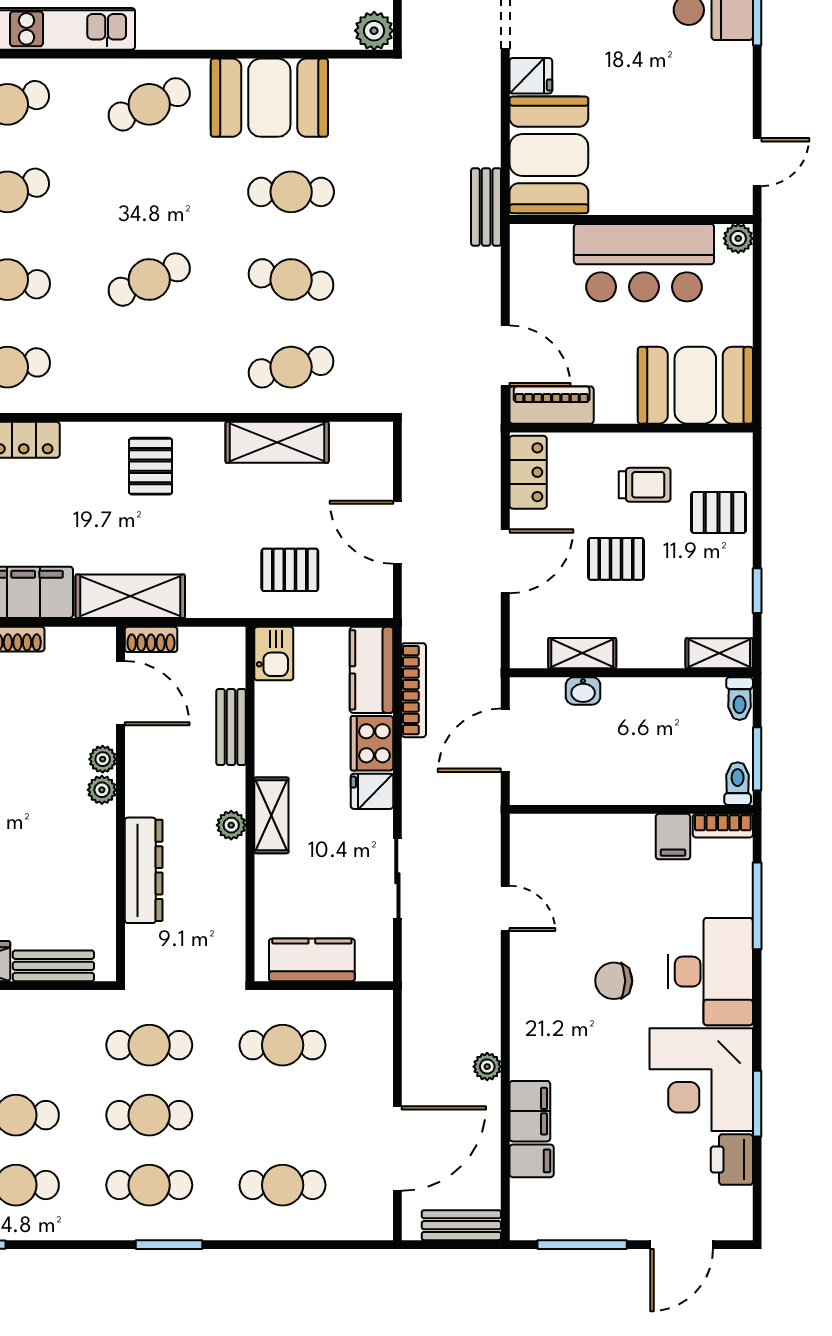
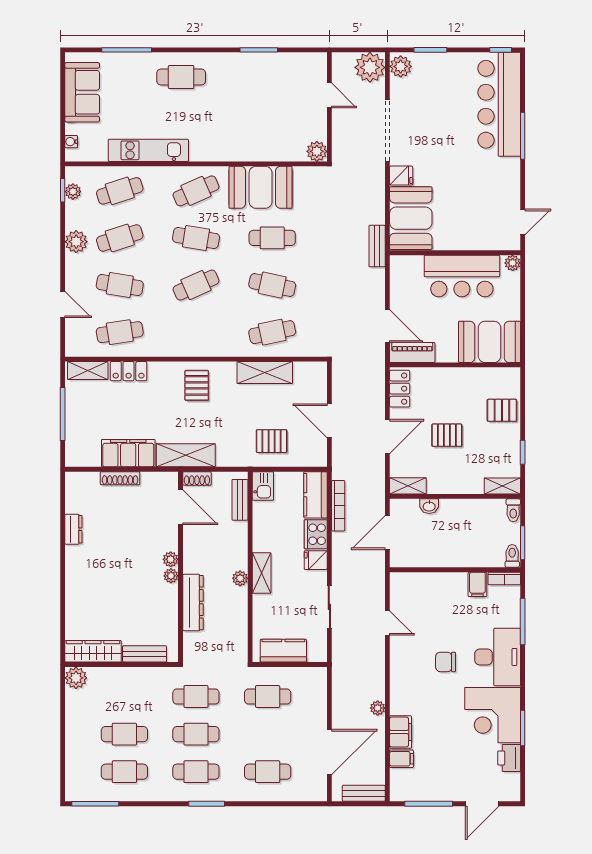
cafe table: (149, 192) -> (196, 238), added
trolley: (645, 485) -> (462, 395), removed
shelving: (582, 653) -> (408, 486), moved
bench: (231, 727) -> (240, 500), moved
plant: (103, 759) -> (171, 576), moved

